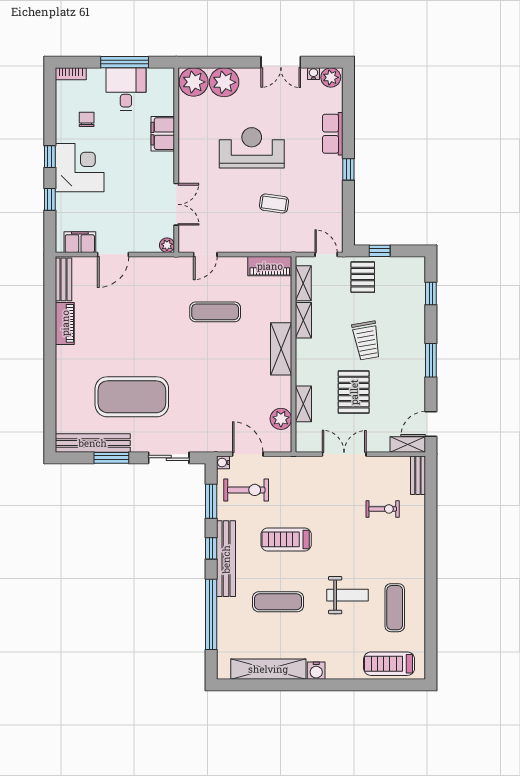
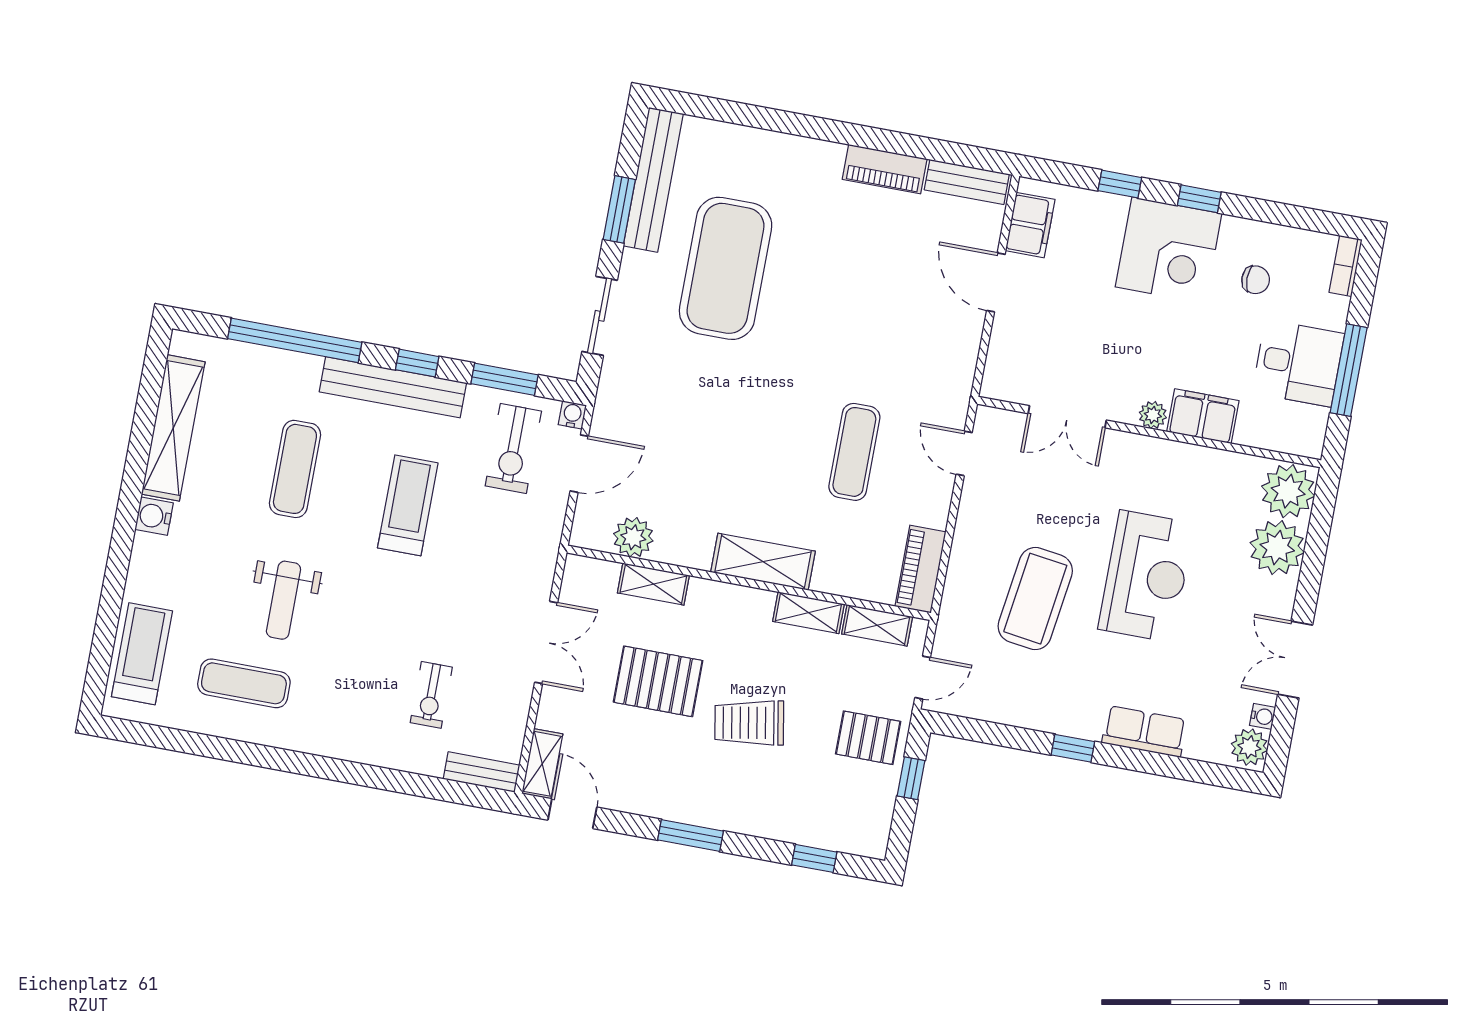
coffee table: (274, 203) -> (1035, 599), width x1.86, depth x1.72
plant: (167, 245) -> (1153, 415), moved

